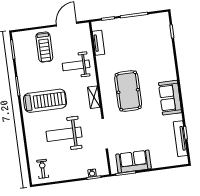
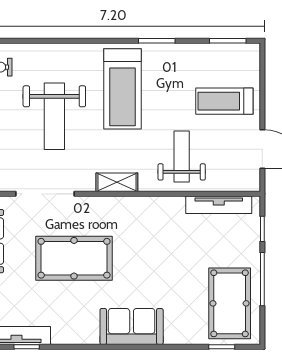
pool table: (149, 30) -> (230, 303), added
tv unit: (98, 43) -> (219, 205), width x1.41
pool table: (128, 91) -> (74, 258), moved
sofa: (170, 98) -> (132, 327), moved
weight bench: (64, 134) -> (54, 116), turned 180

